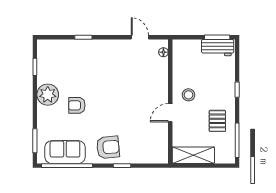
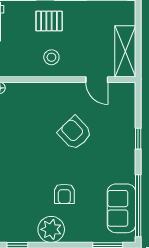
door: (170, 113) -> (97, 80), moved
pallet: (217, 121) -> (49, 21), moved
armchair: (108, 147) -> (75, 133), moved, turned -39

